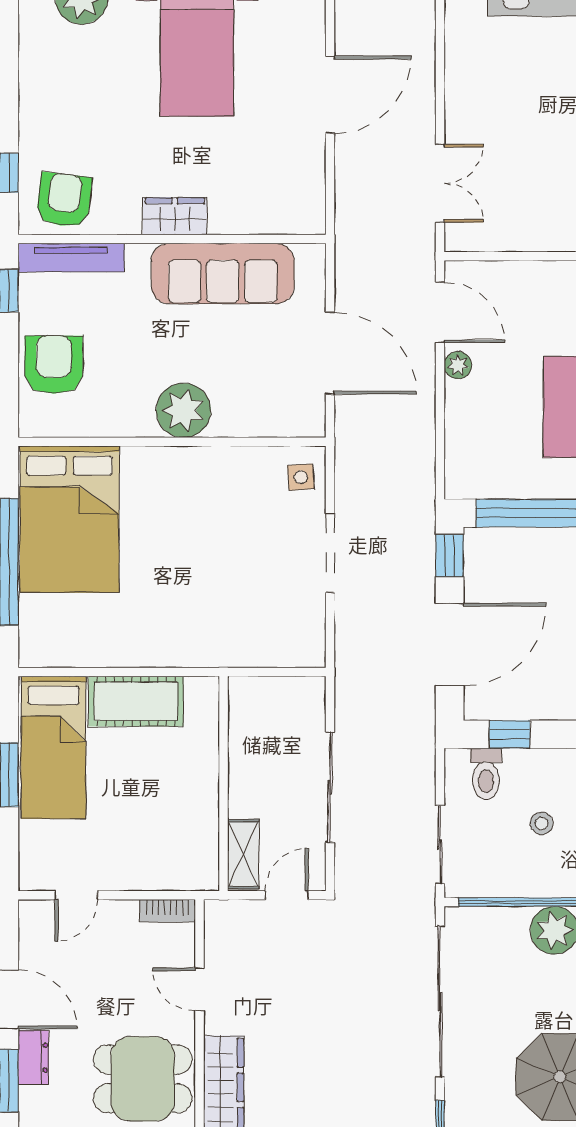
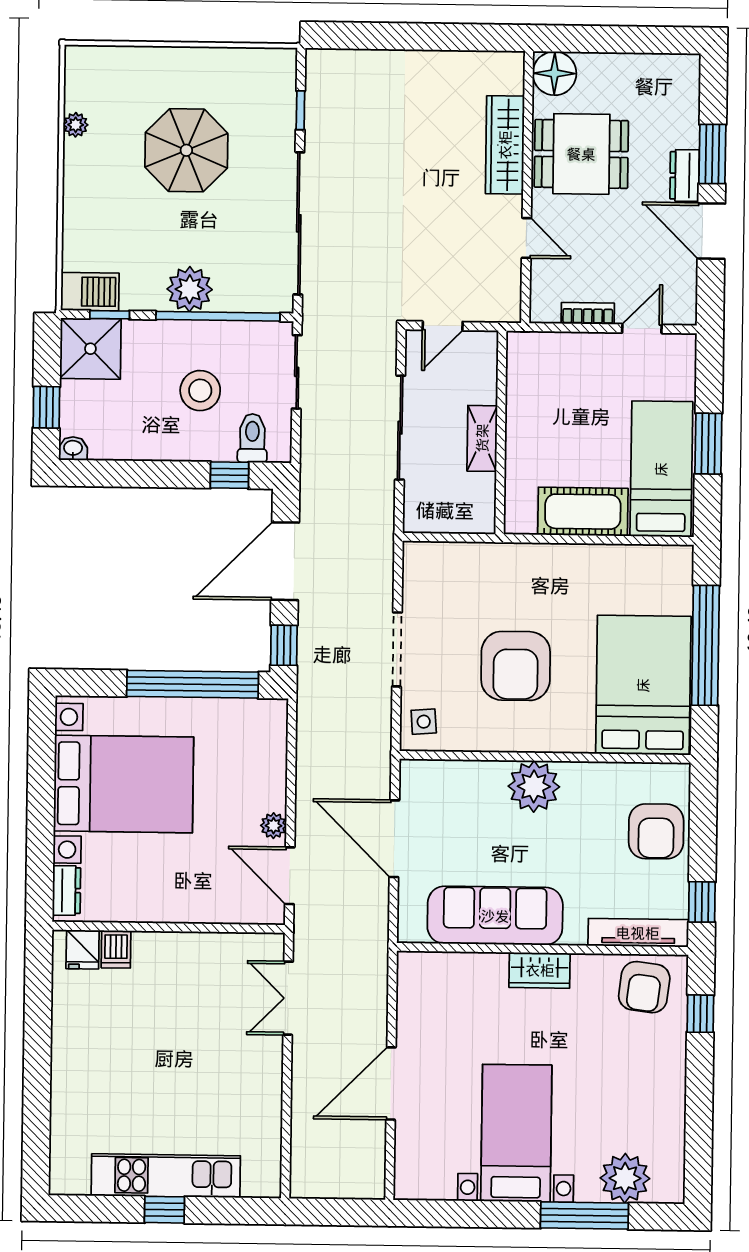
armchair: (205, 537) -> (516, 666), added
stool: (542, 823) -> (200, 391), width x1.89, depth x1.89
shelving: (243, 854) -> (482, 438), moved
bookcase: (167, 911) -> (588, 313), moved

